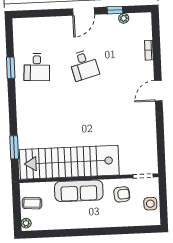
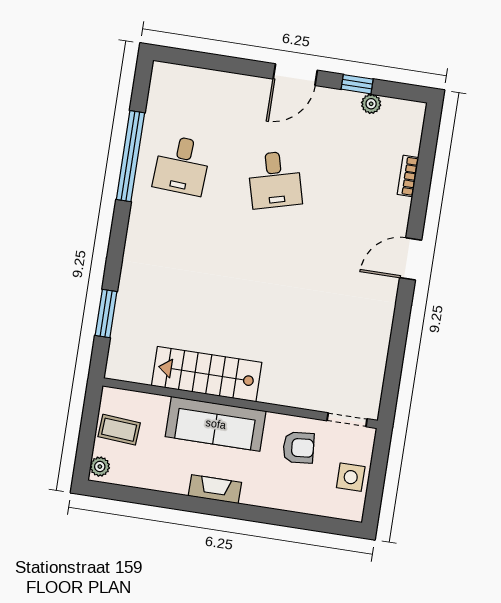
window: (11, 68) -> (130, 156), width x2.11
stairs: (69, 162) -> (207, 374), width x0.54, depth x0.66
fireplace: (85, 223) -> (215, 489), added

